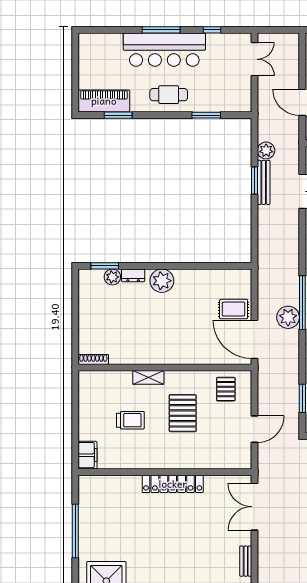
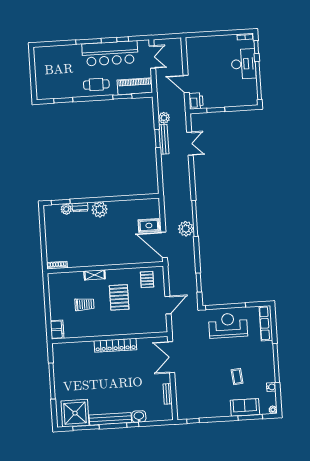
bar counter: (164, 50) -> (110, 53), moved
piano: (104, 101) -> (135, 86), moved

